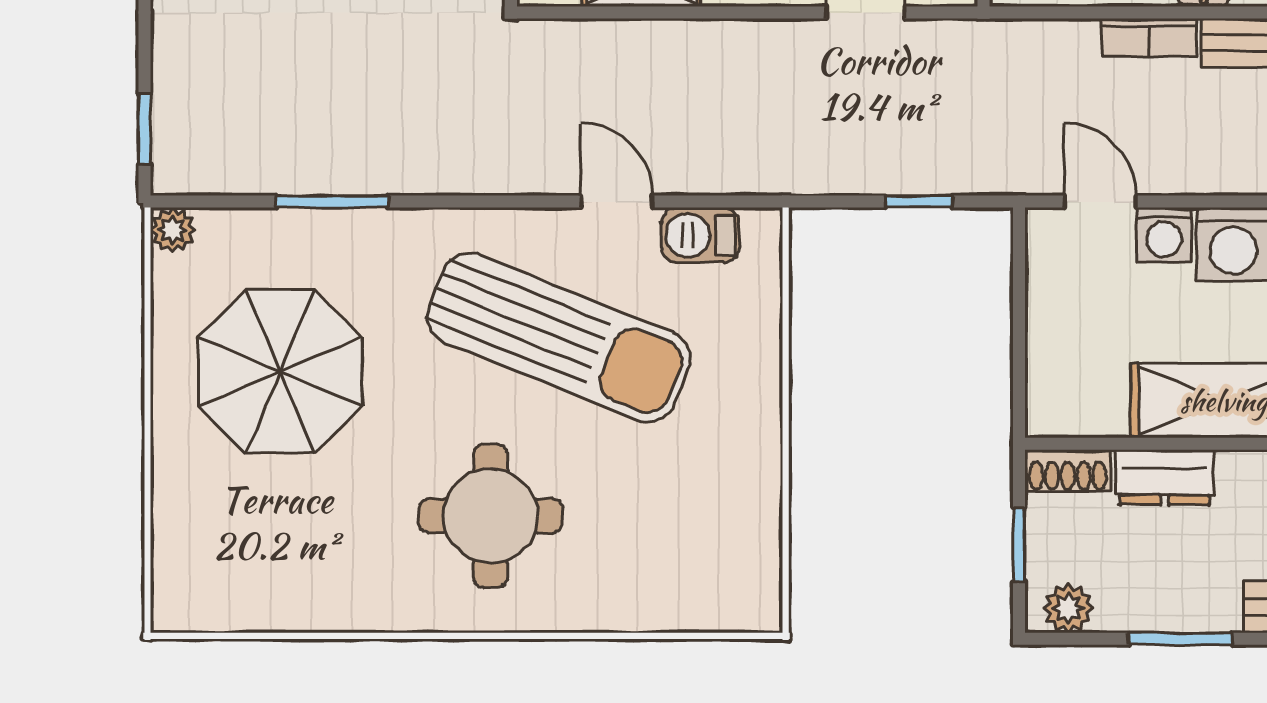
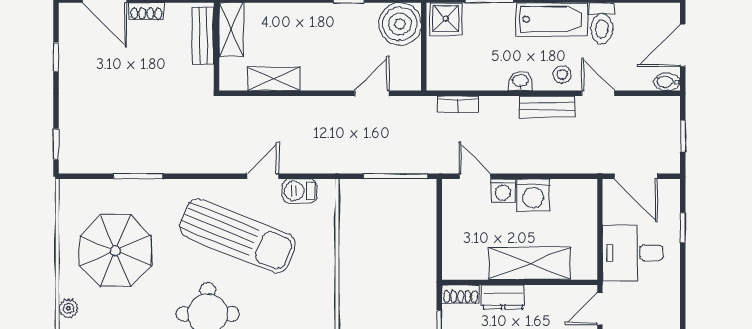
bookcase: (1149, 37) -> (458, 104), moved
door: (617, 202) -> (263, 176), hinge flipped
window: (919, 202) -> (395, 176), width x2.17
plant: (173, 230) -> (68, 308), moved

